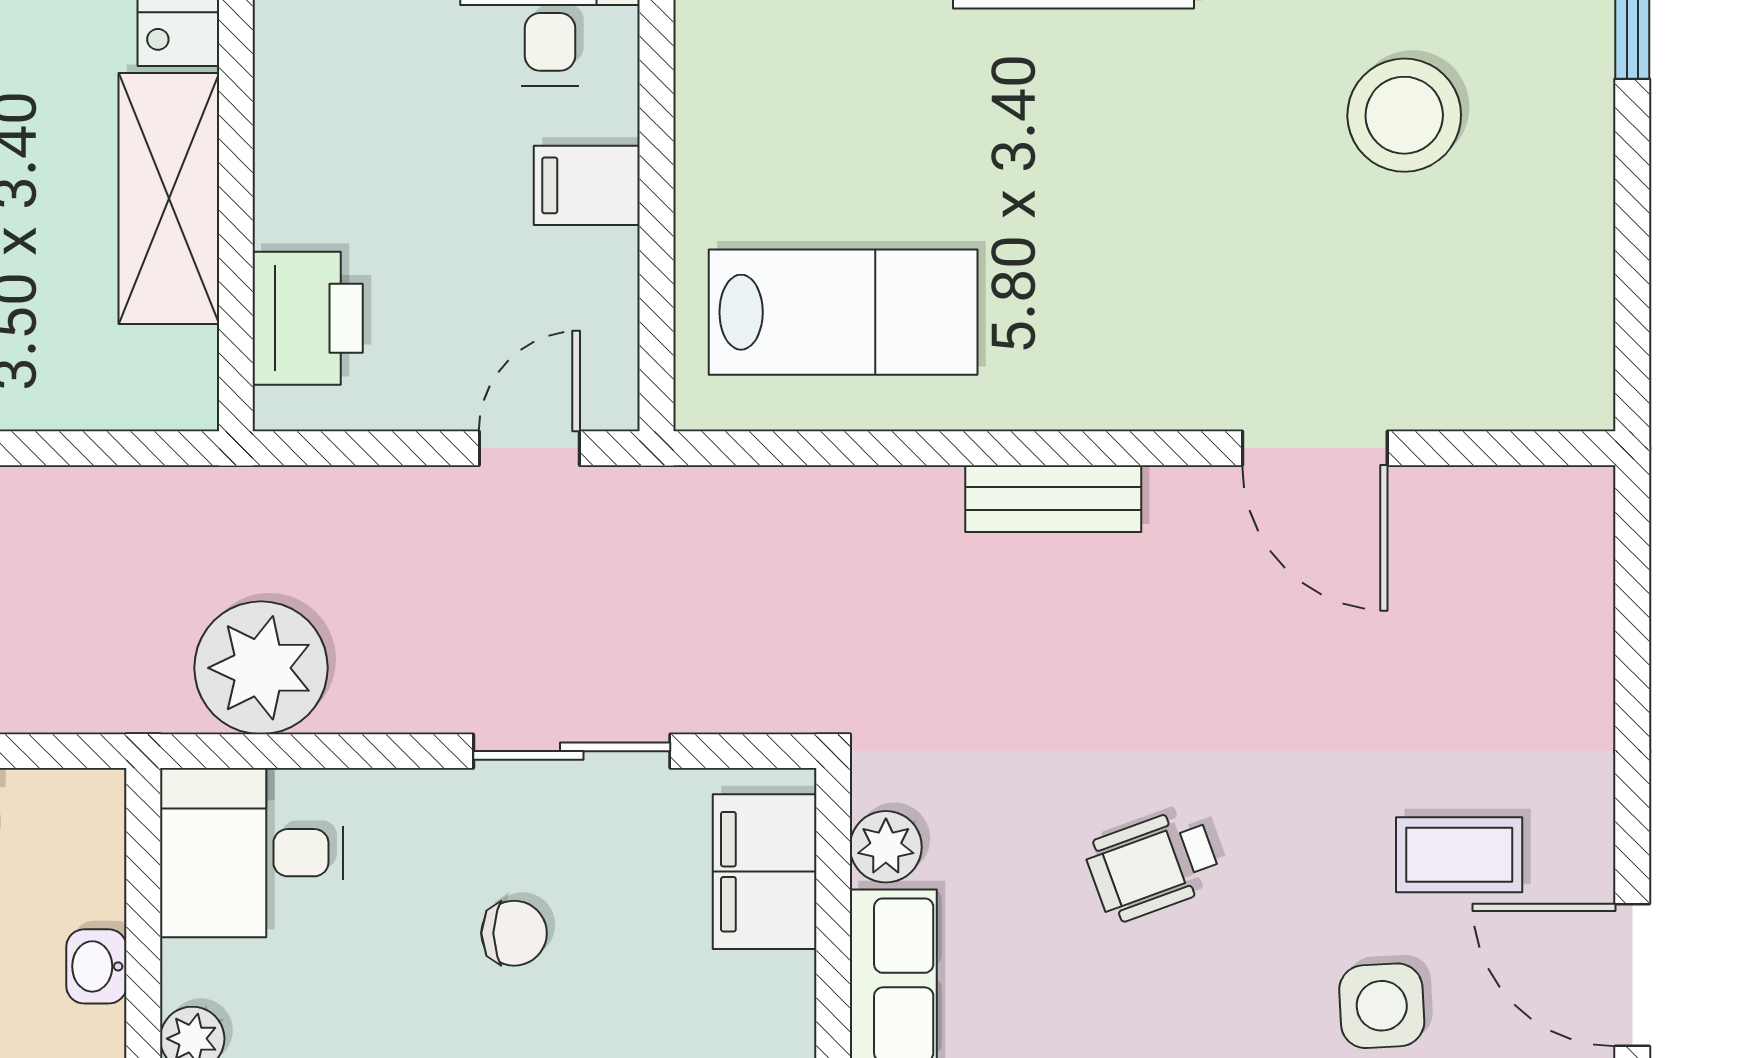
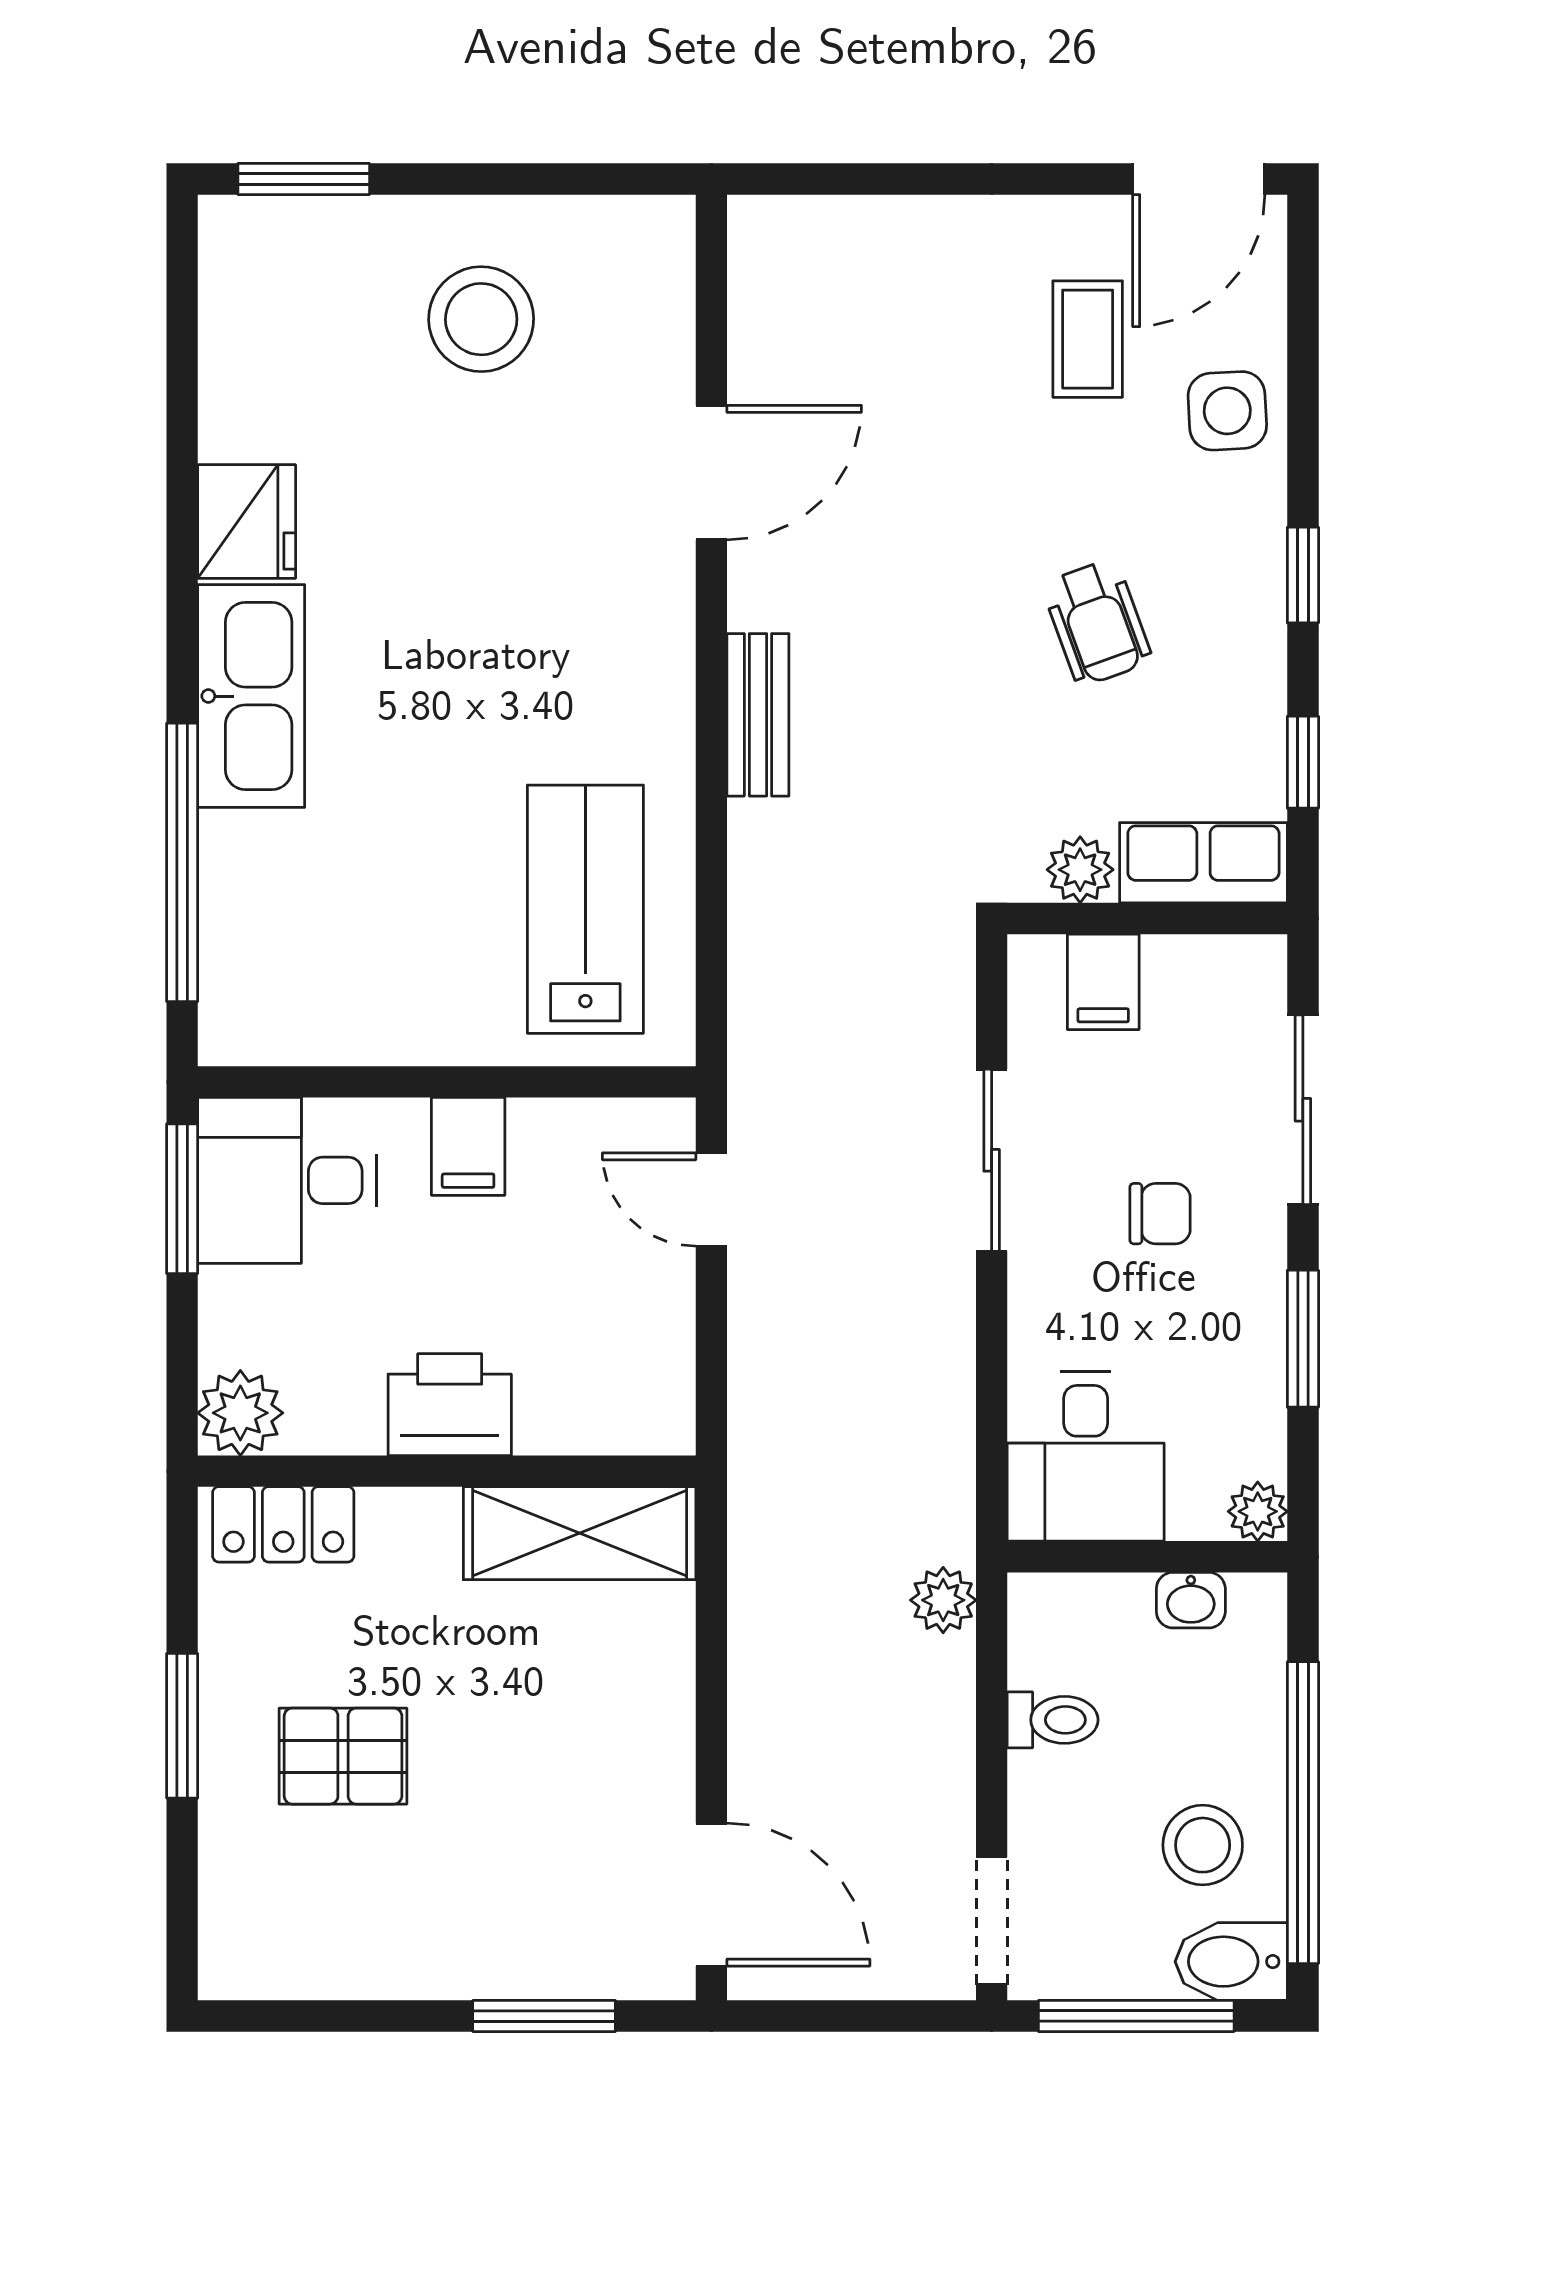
stool: (1404, 115) -> (481, 319), moved
shelving: (169, 199) -> (580, 1533), moved
printer: (308, 318) -> (450, 1405), moved
plant: (261, 668) -> (943, 1600), moved, width x0.53, depth x0.53
filing cabinet: (765, 872) -> (1103, 982), width x0.50
chair: (514, 933) -> (1160, 1214), turned 90

